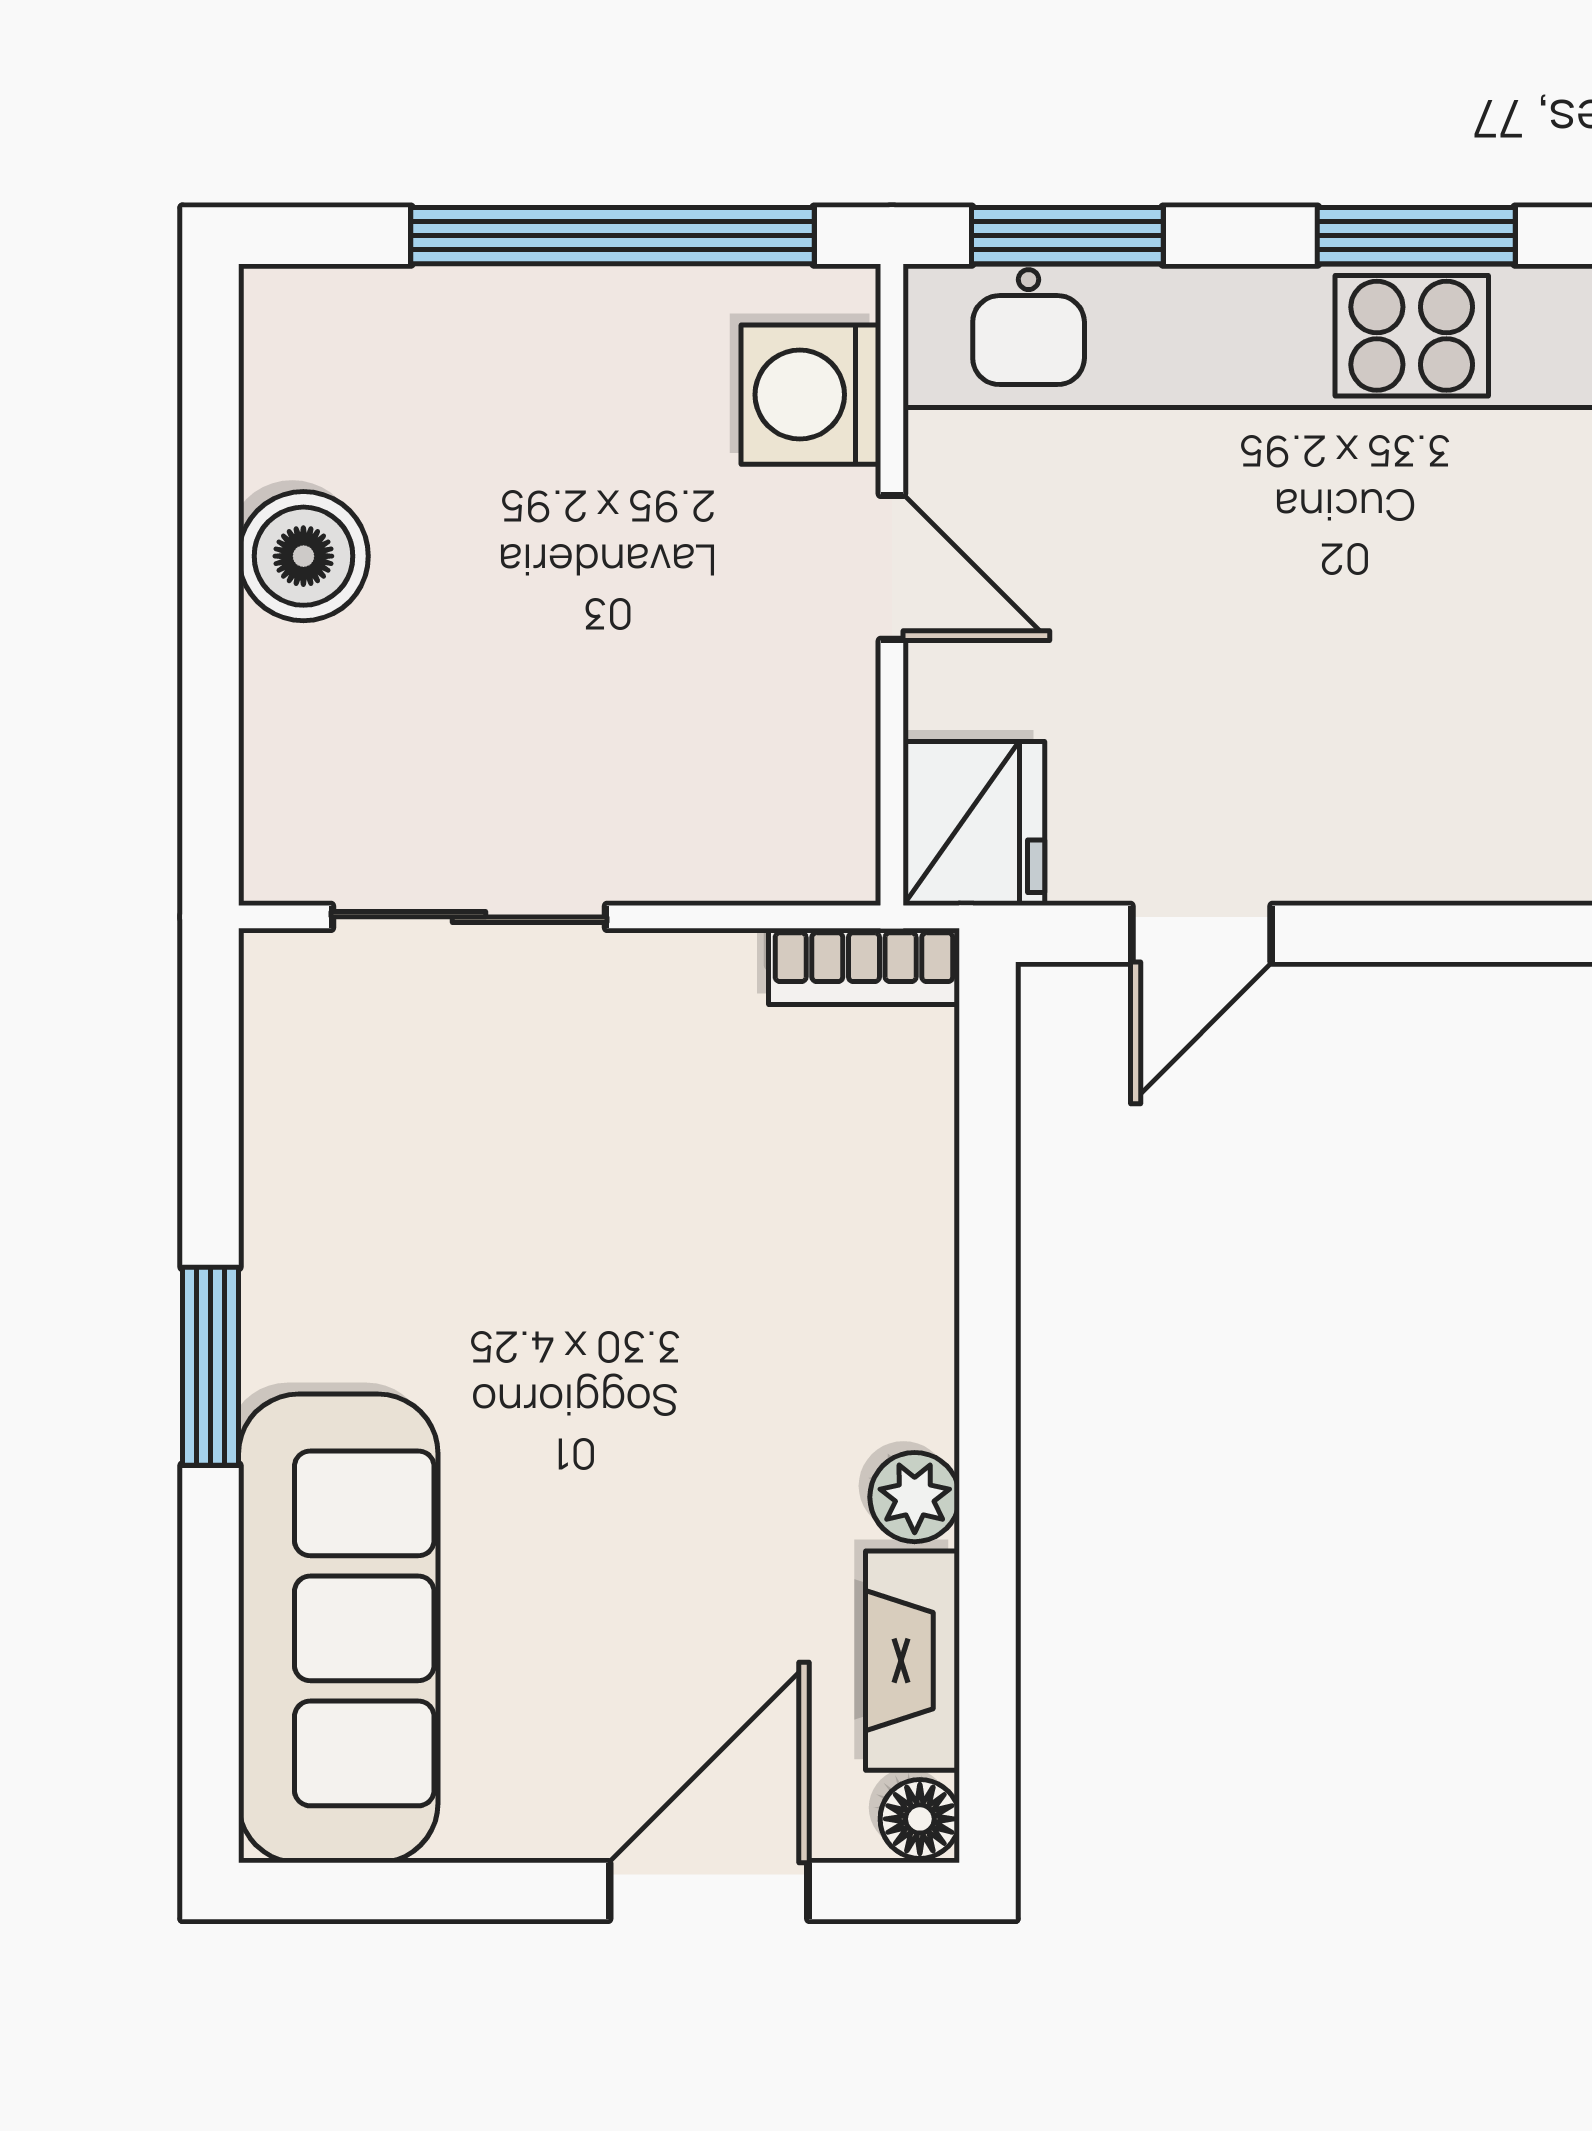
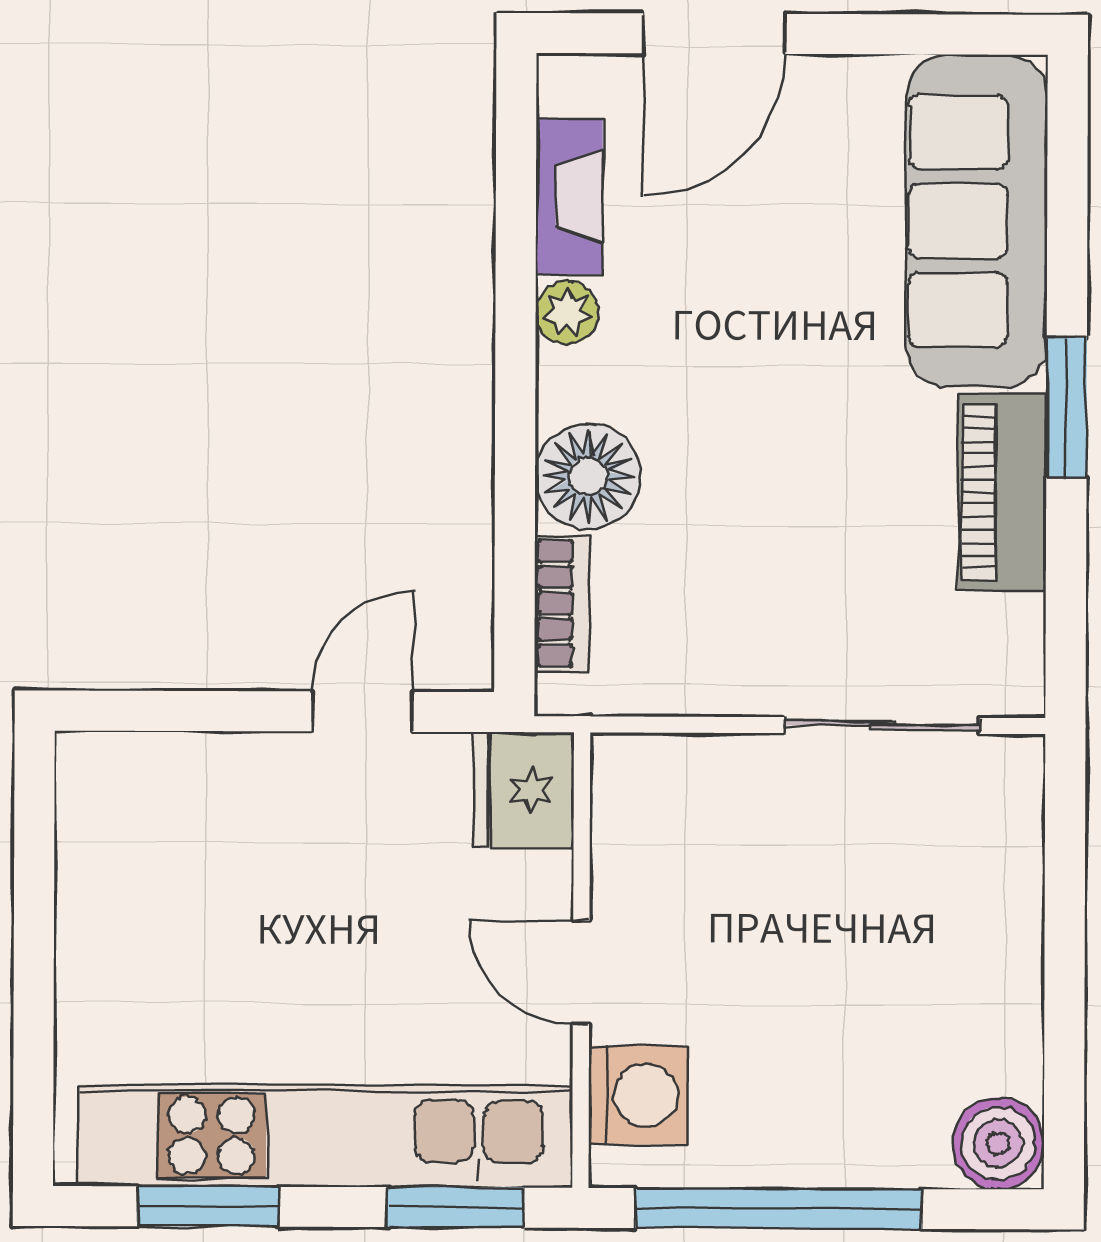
boiler: (303, 556) -> (998, 1143), moved
bookcase: (864, 966) -> (562, 603), moved, turned 90
piano: (301, 1246) -> (1002, 492), added
floor lamp: (920, 1819) -> (588, 476), moved, width x1.89, depth x1.89

